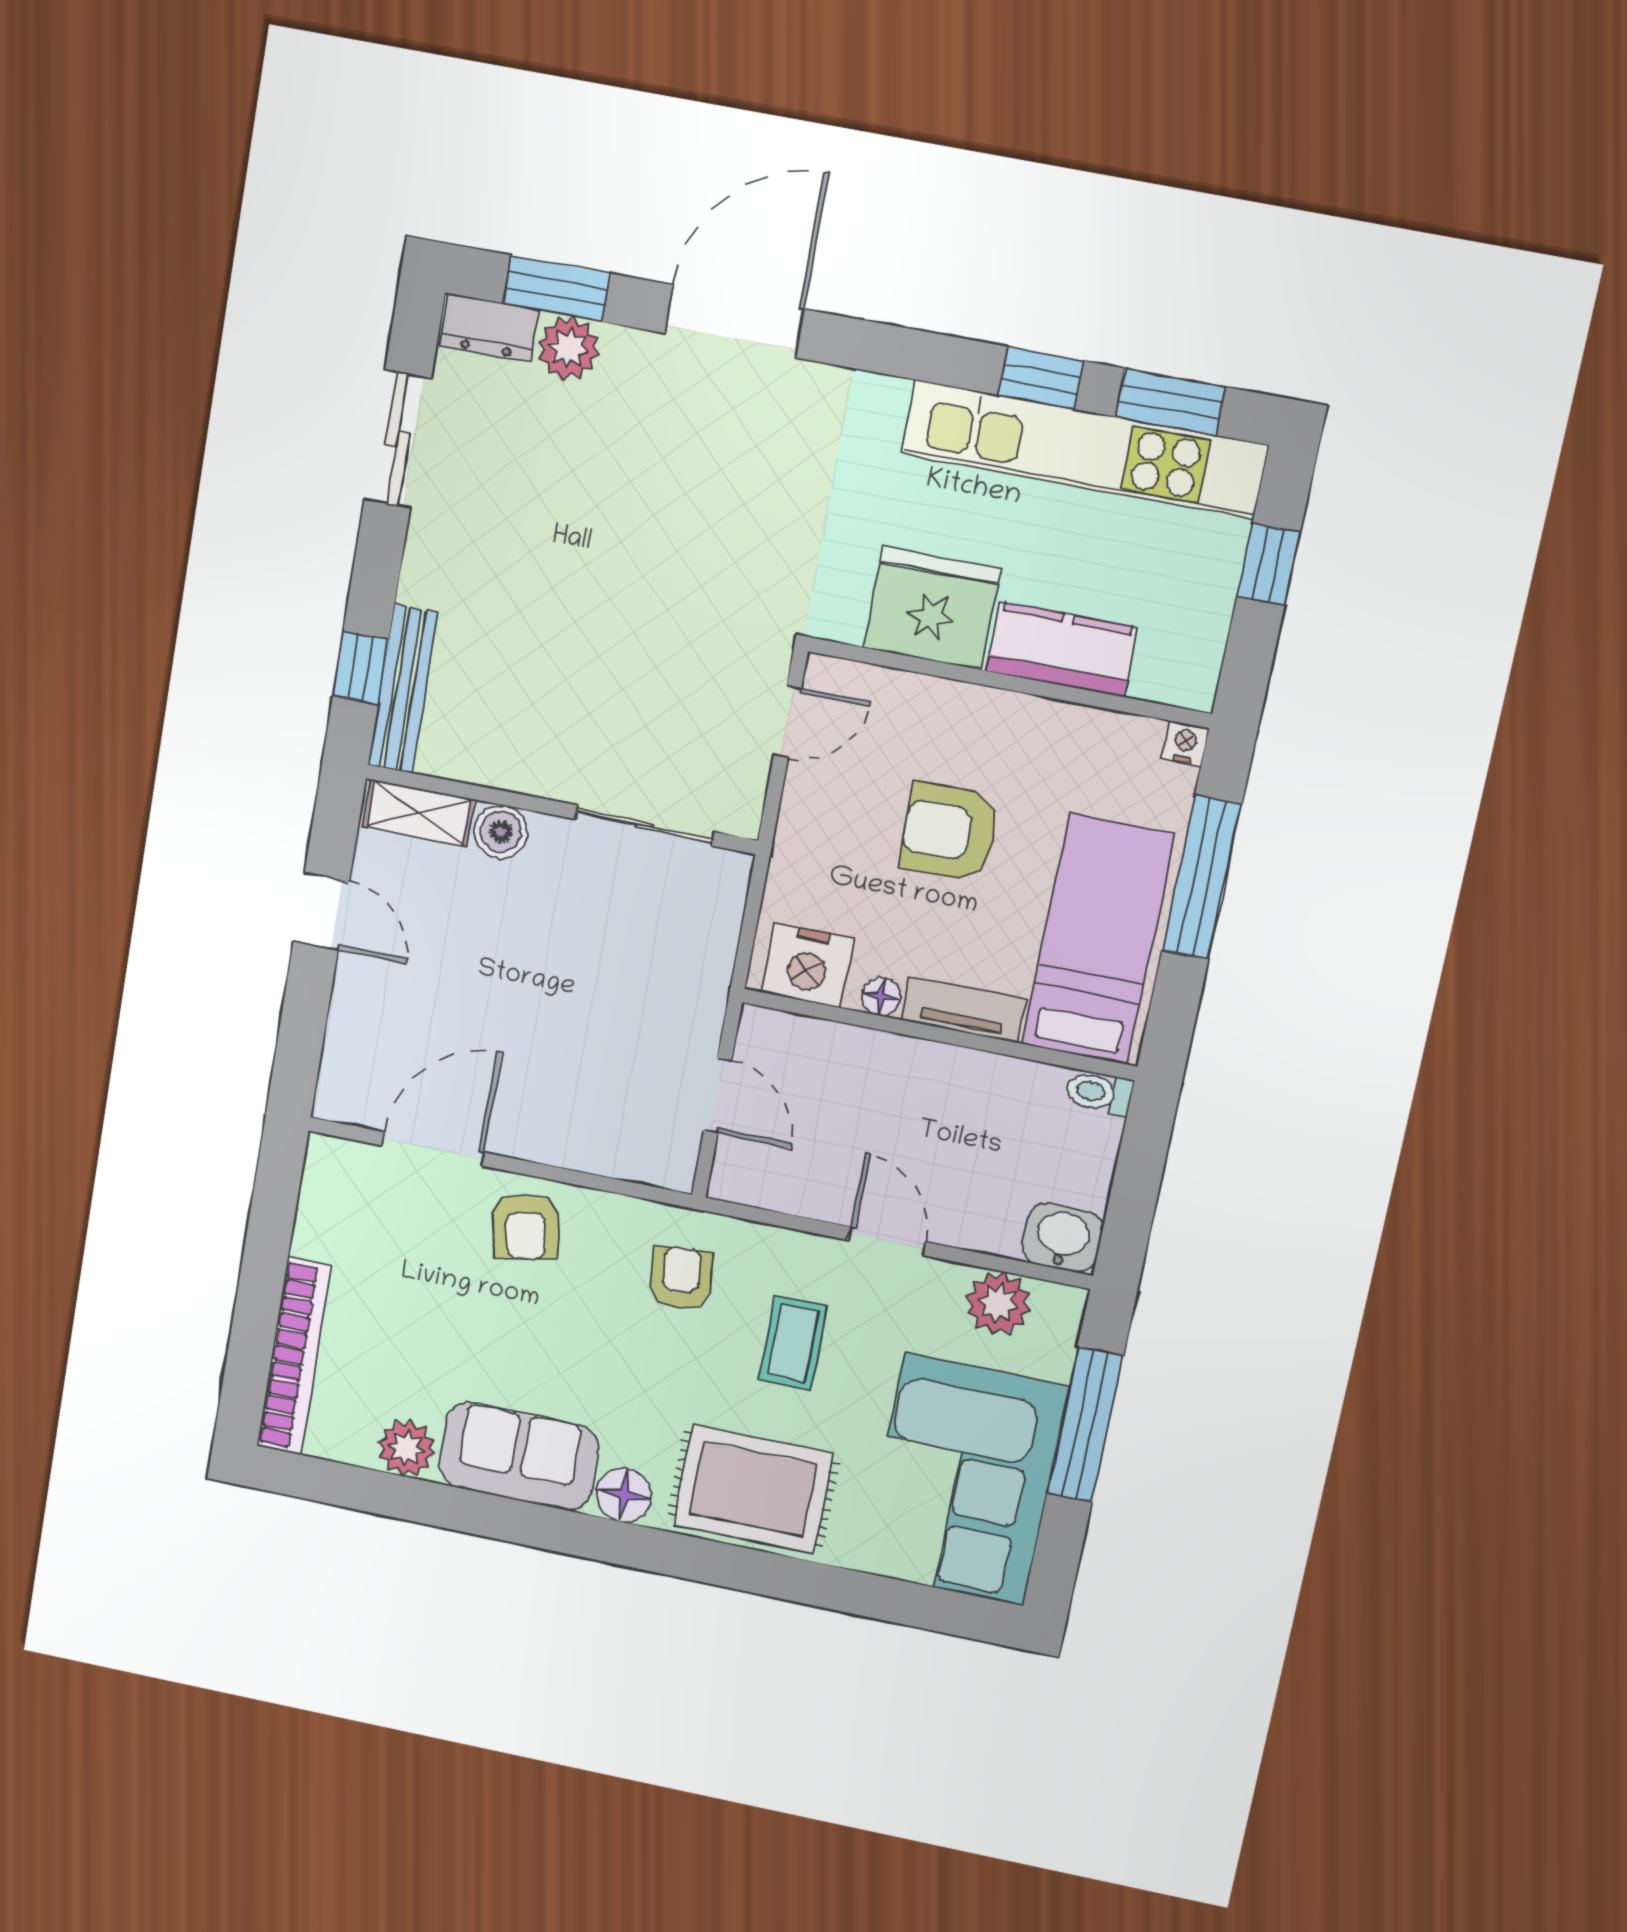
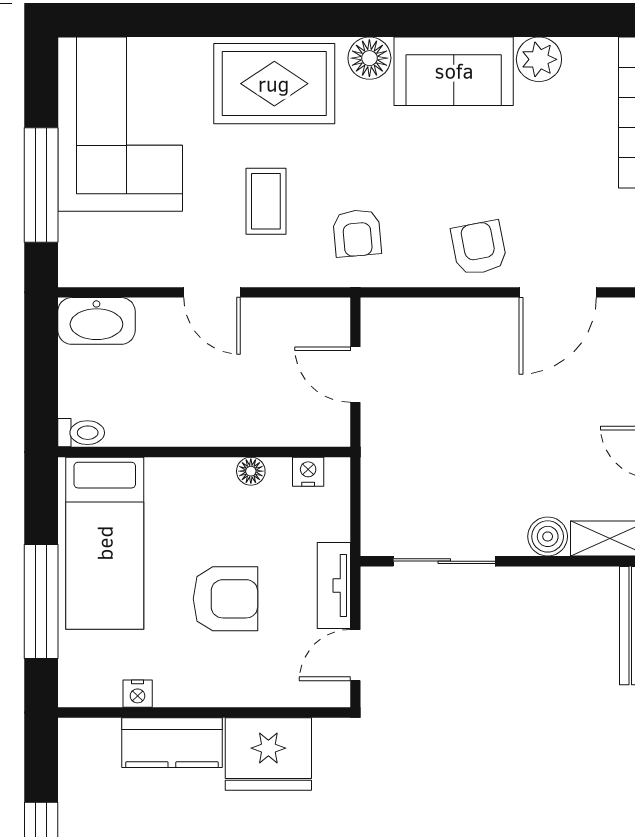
nightstand: (1185, 743) -> (138, 694), moved
nightstand: (808, 965) -> (308, 472), width x0.53, depth x0.56
tv unit: (963, 1010) -> (334, 586), moved, turned 90
washbasin: (1062, 1238) -> (96, 321), width x1.38
plant: (998, 1303) -> (122, 263), removed

